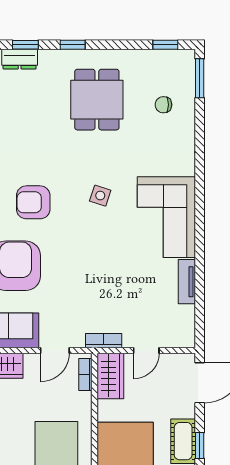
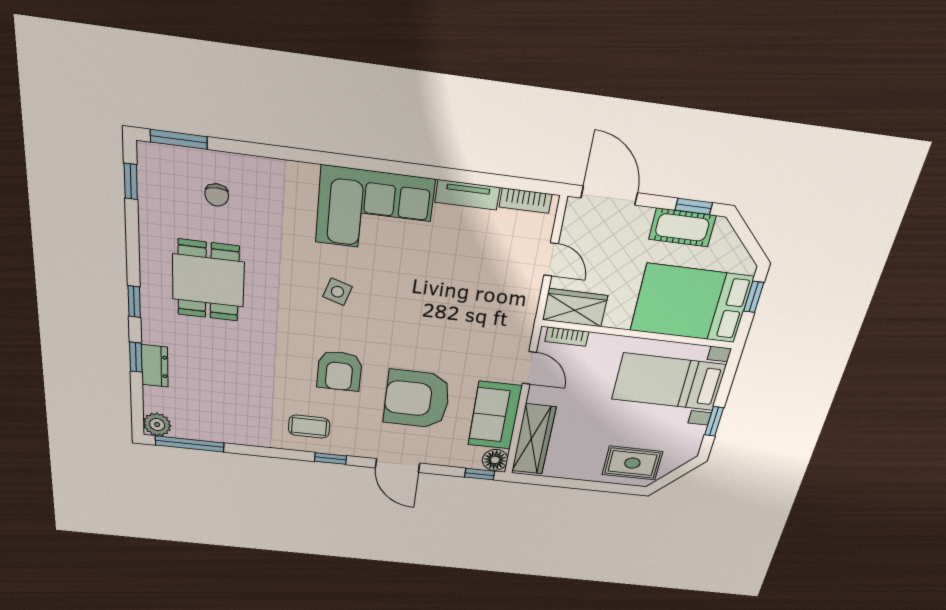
dining table: (97, 100) -> (208, 281), turned 90
bookcase: (104, 341) -> (526, 201), moved, turned -90

